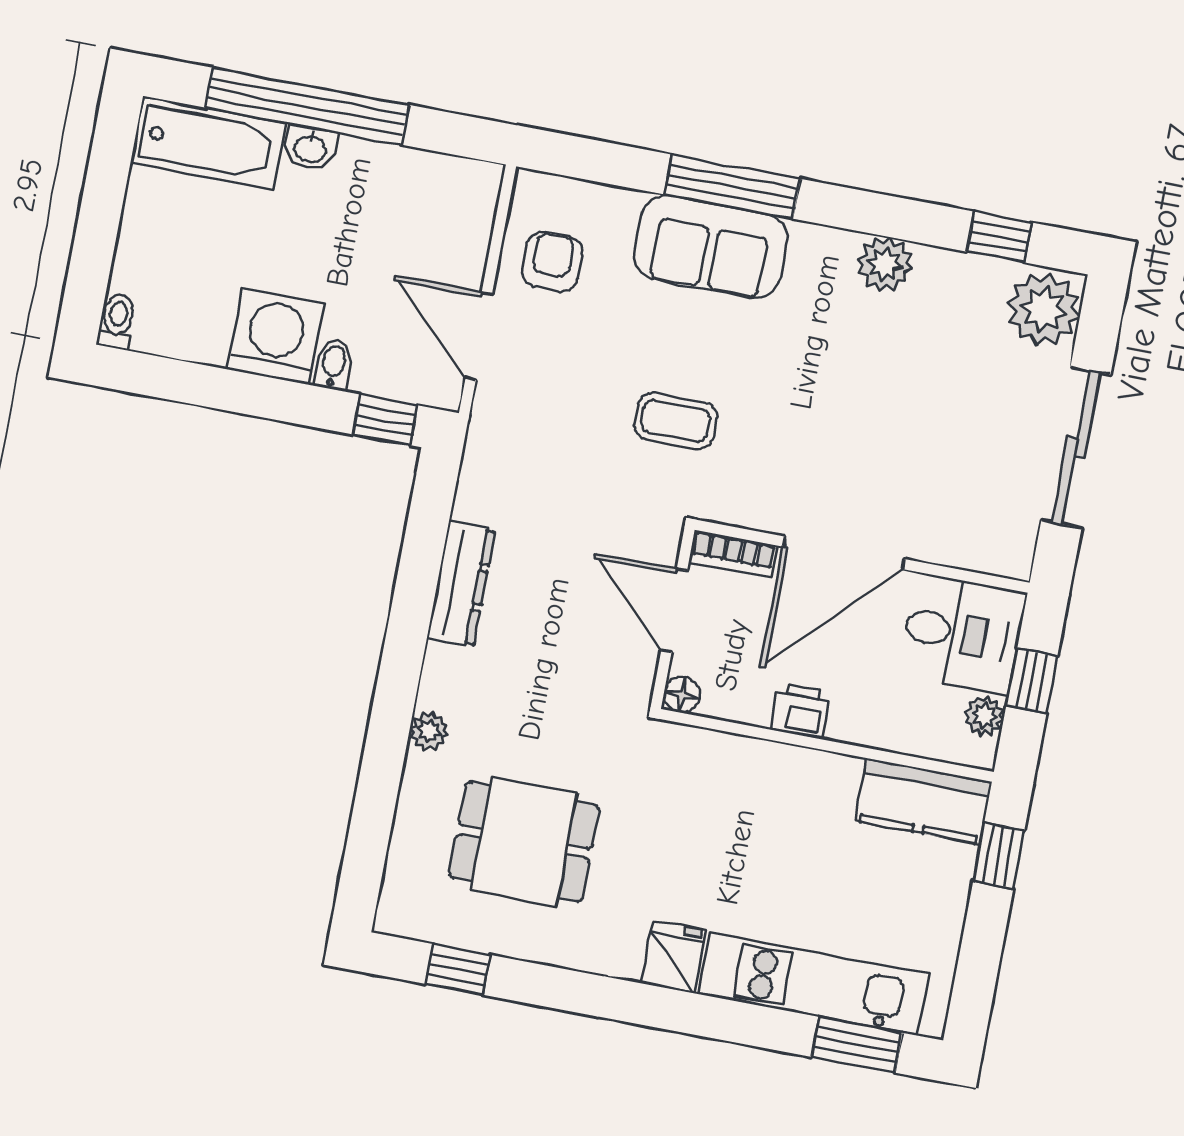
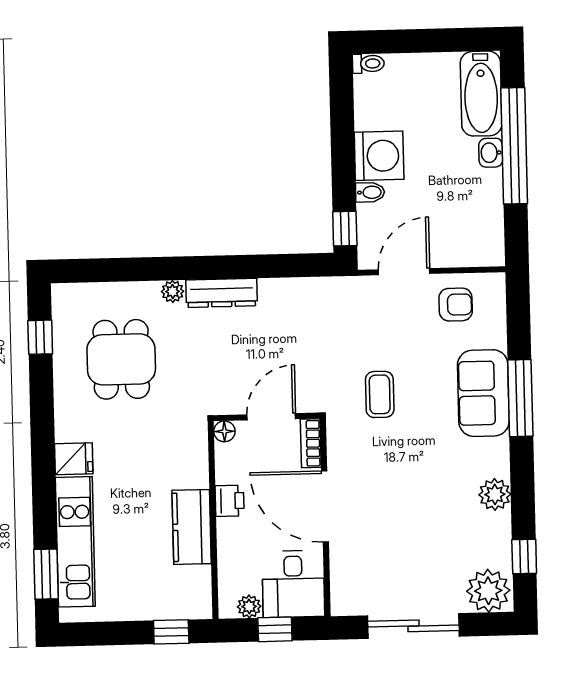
dresser: (461, 584) -> (222, 293), moved
kitchen counter: (923, 801) -> (192, 527), moved

